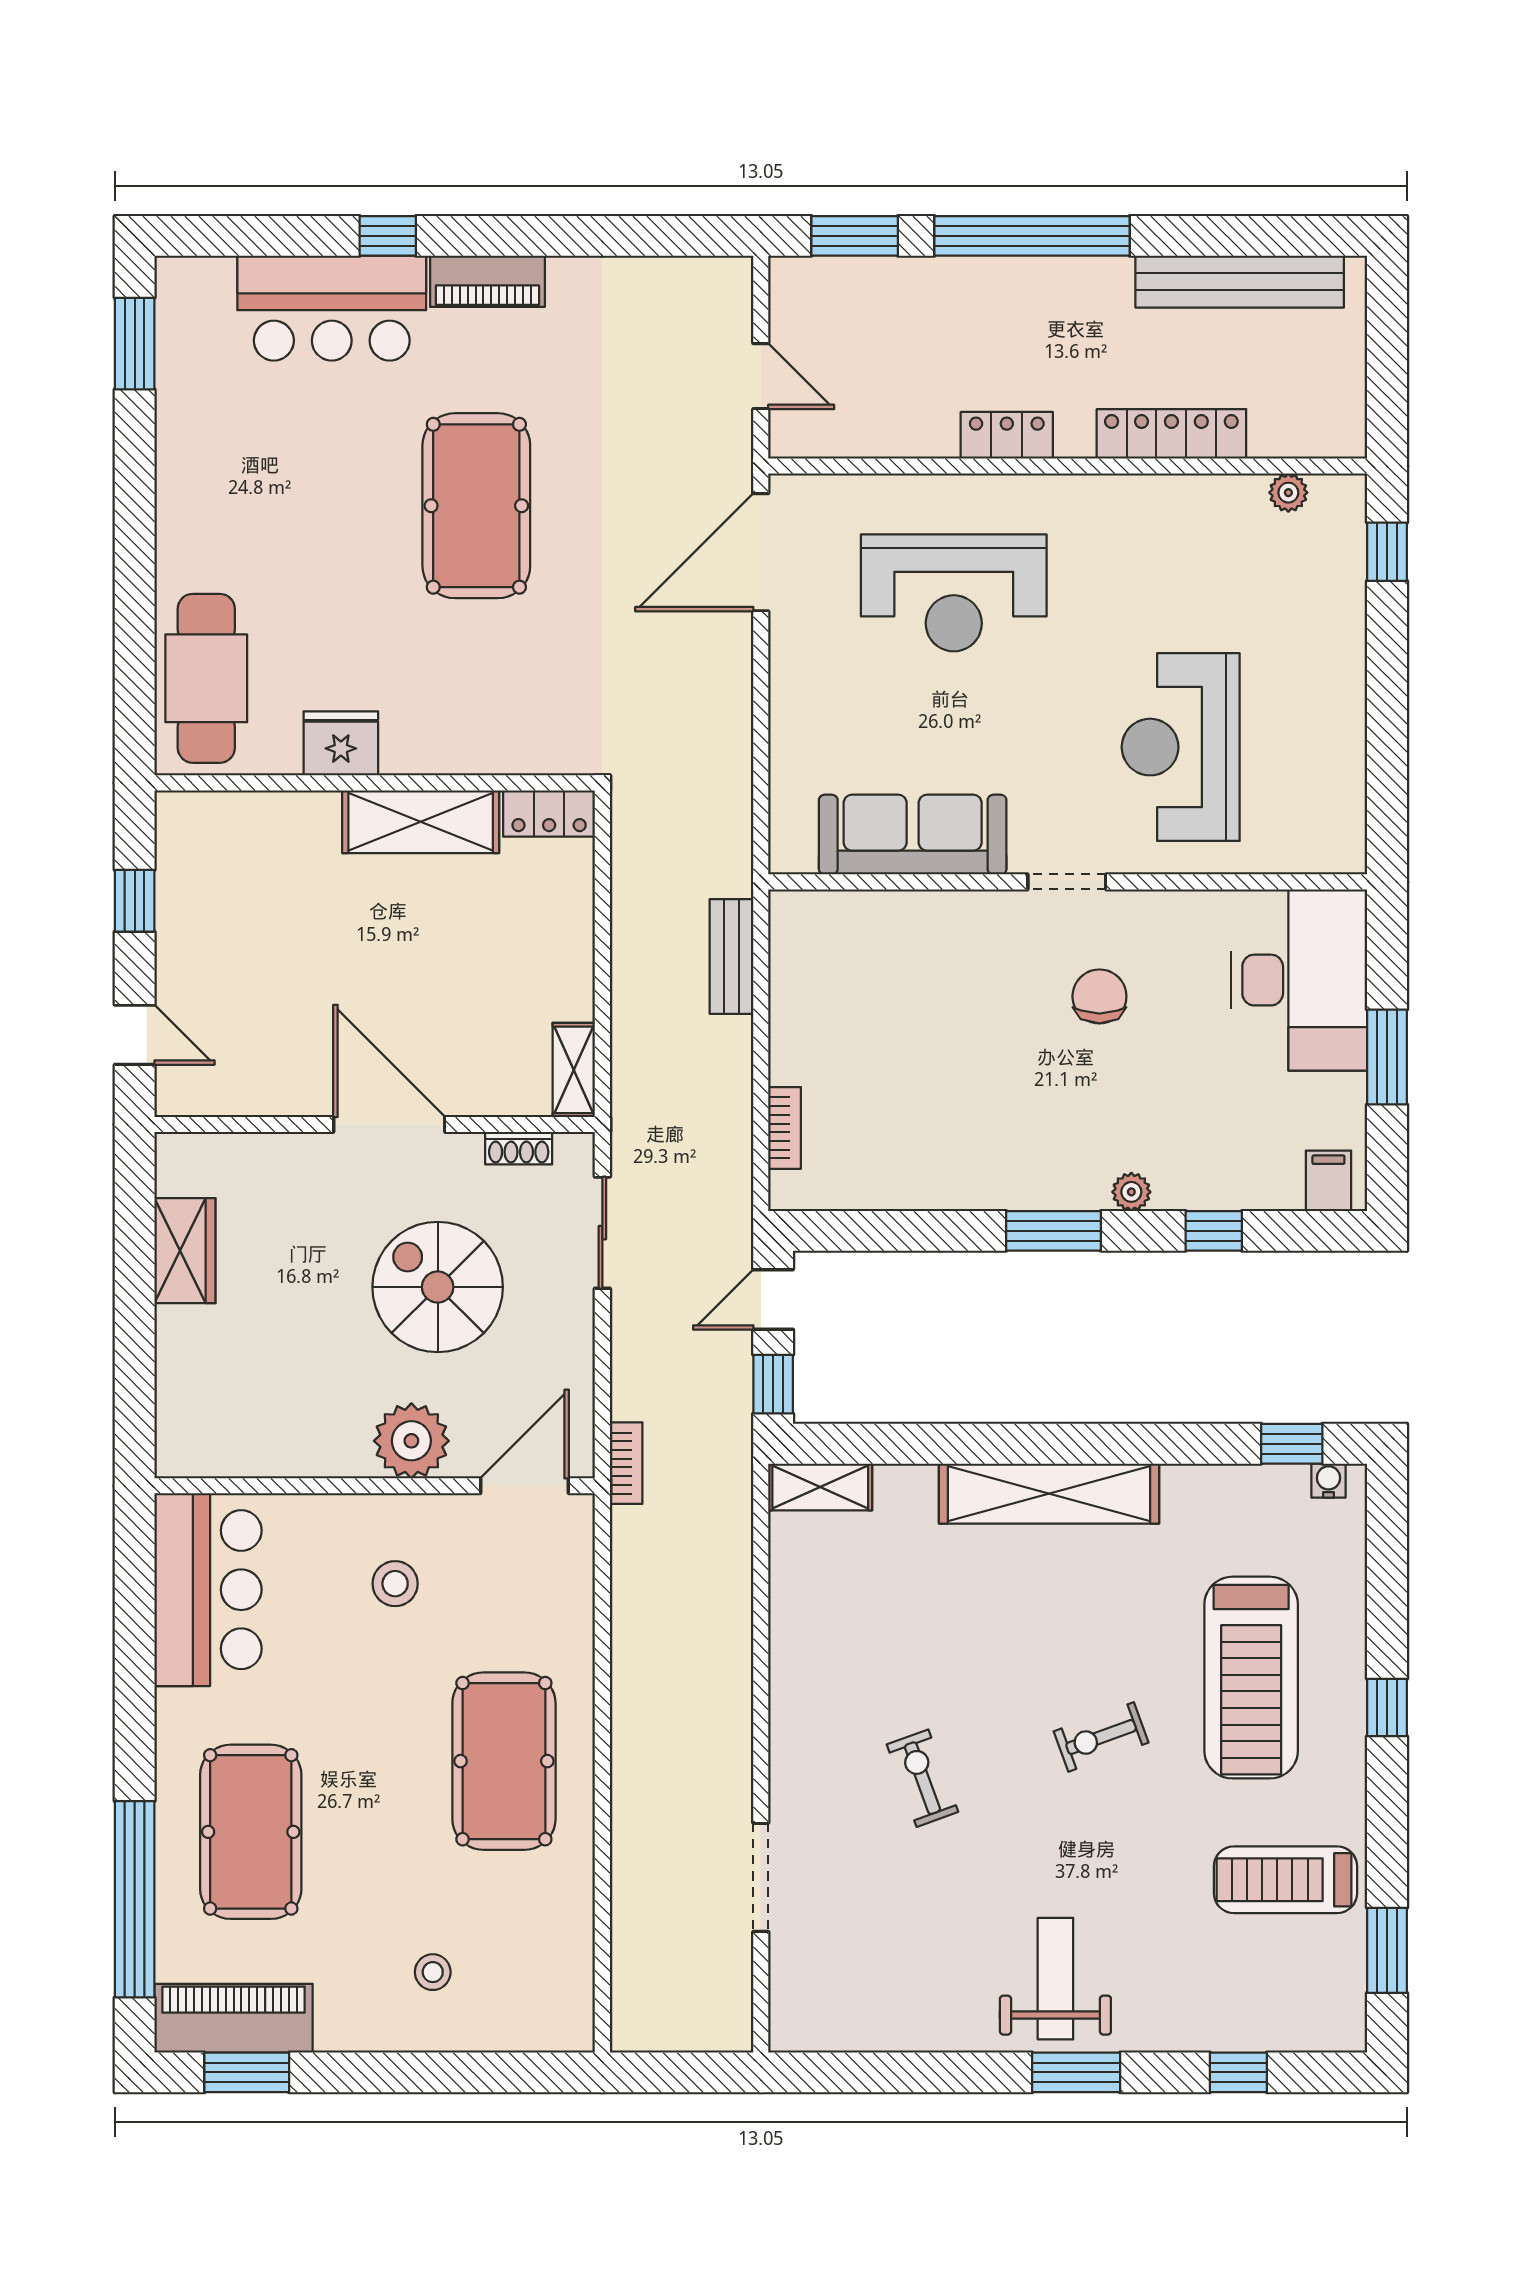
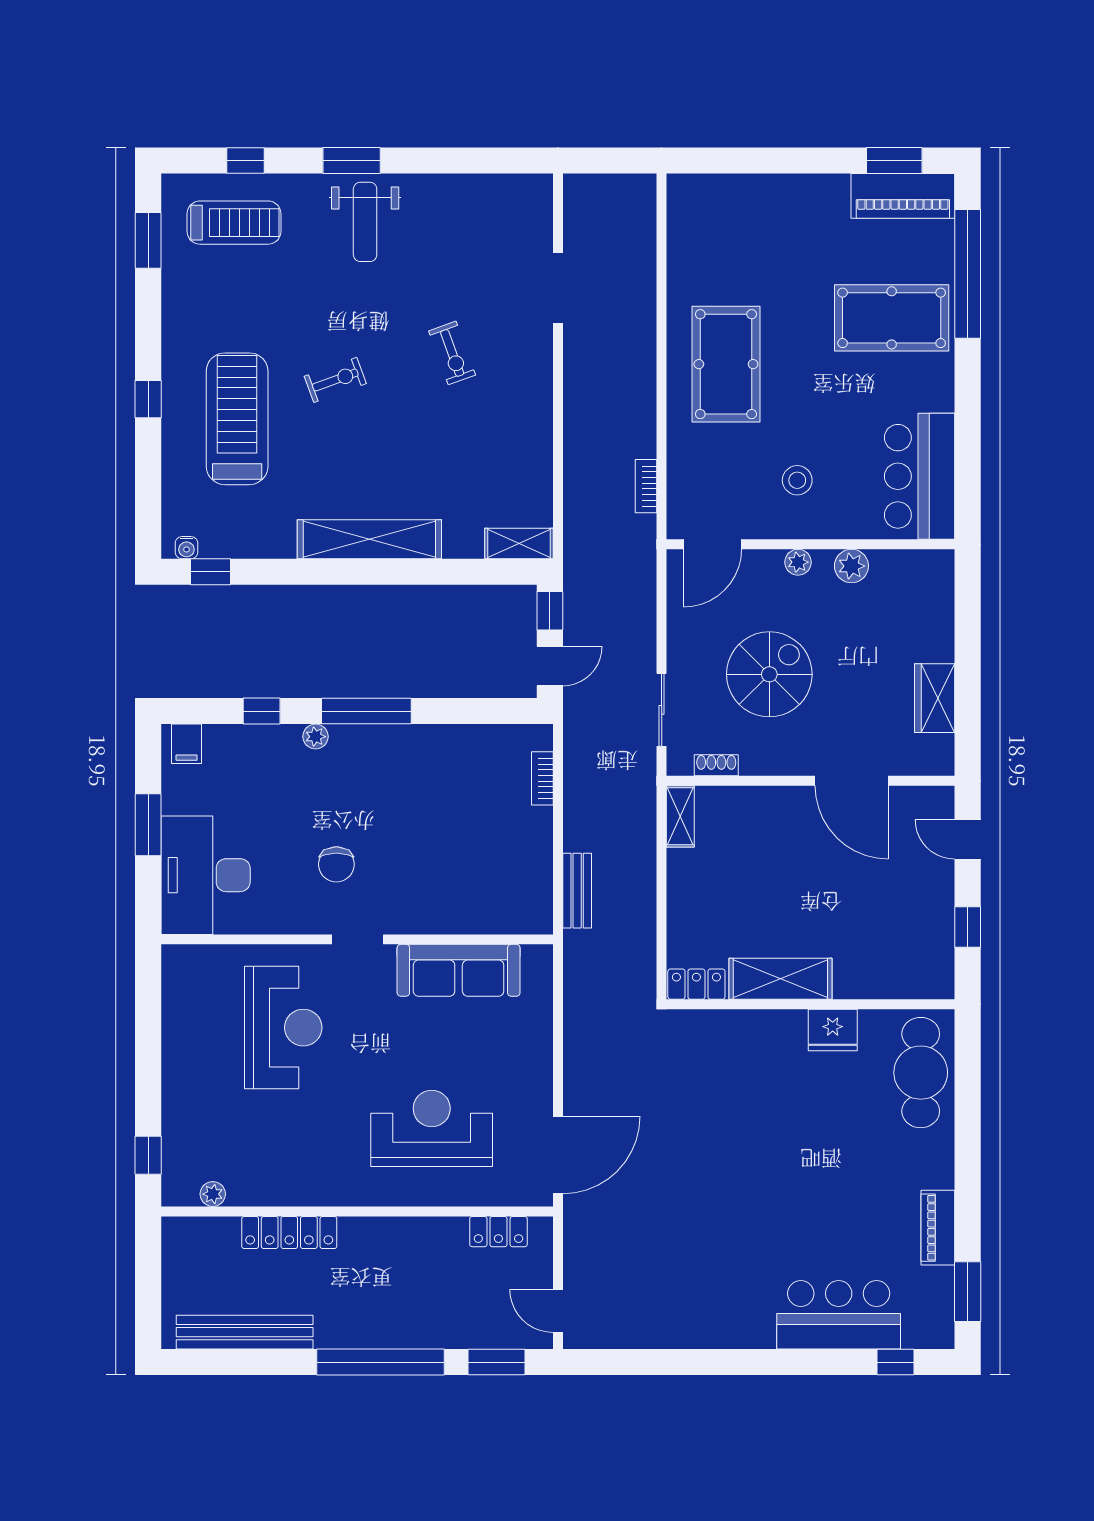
window: (388, 236) -> (895, 1362), moved
piano: (487, 281) -> (938, 1228), moved, turned -90
door: (761, 376) -> (558, 1311), moved
locker: (1007, 435) -> (498, 1232), moved
pool table: (476, 506) -> (744, 1185), removed
door: (389, 1124) -> (852, 781), moved
window: (1053, 1231) -> (366, 711), width x1.44
spiral stairs: (438, 1287) -> (769, 674), turned -90
plant: (411, 1441) -> (798, 562), width x0.53, depth x0.53
plant: (312, 1453) -> (851, 566), added
bookcase: (626, 1463) -> (646, 486), moved
pool table: (251, 1832) -> (892, 318), turned 90
treadmill: (1285, 1880) -> (234, 223), moved
stool: (433, 1972) -> (773, 226), removed

